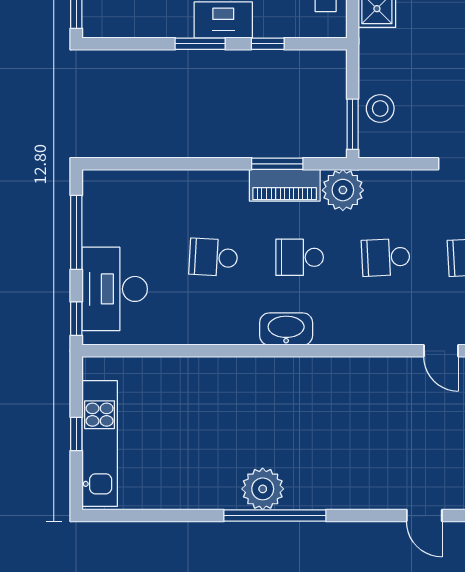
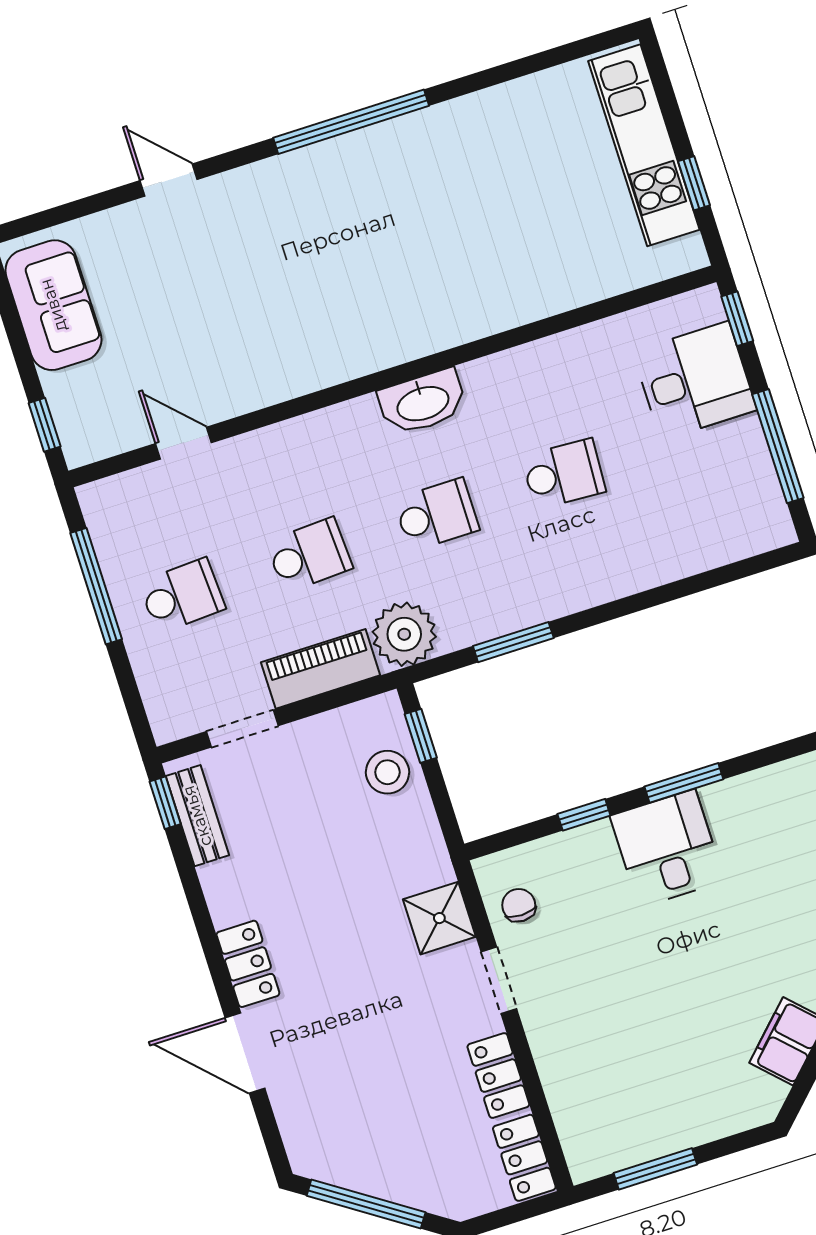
window: (353, 124) -> (421, 736), width x0.67
piano: (285, 185) -> (321, 669), moved
desk: (115, 289) -> (695, 381), width x0.73
window: (76, 434) -> (694, 183), moved
plant: (263, 489) -> (382, 155), removed
door: (424, 516) -> (169, 180), moved

